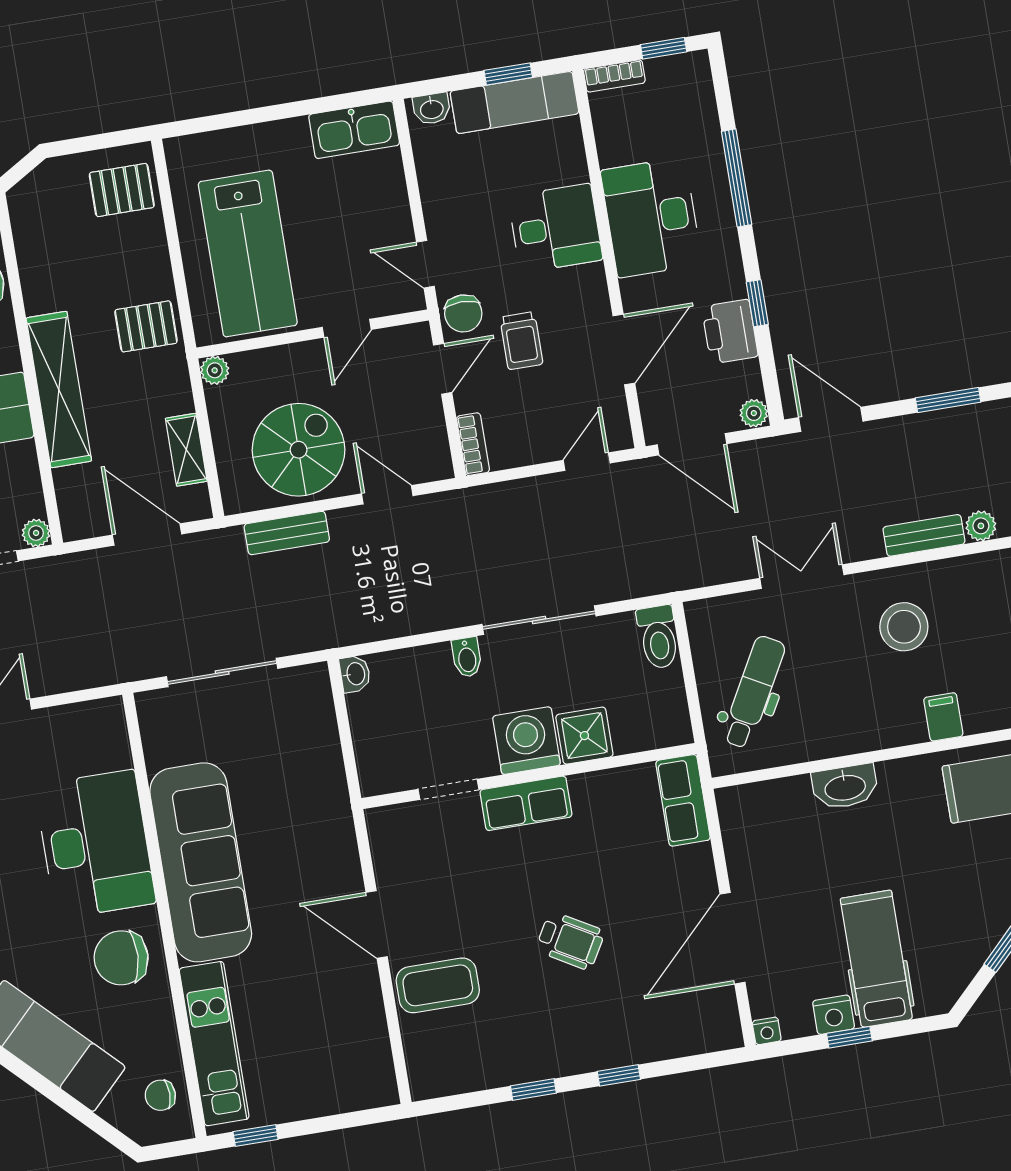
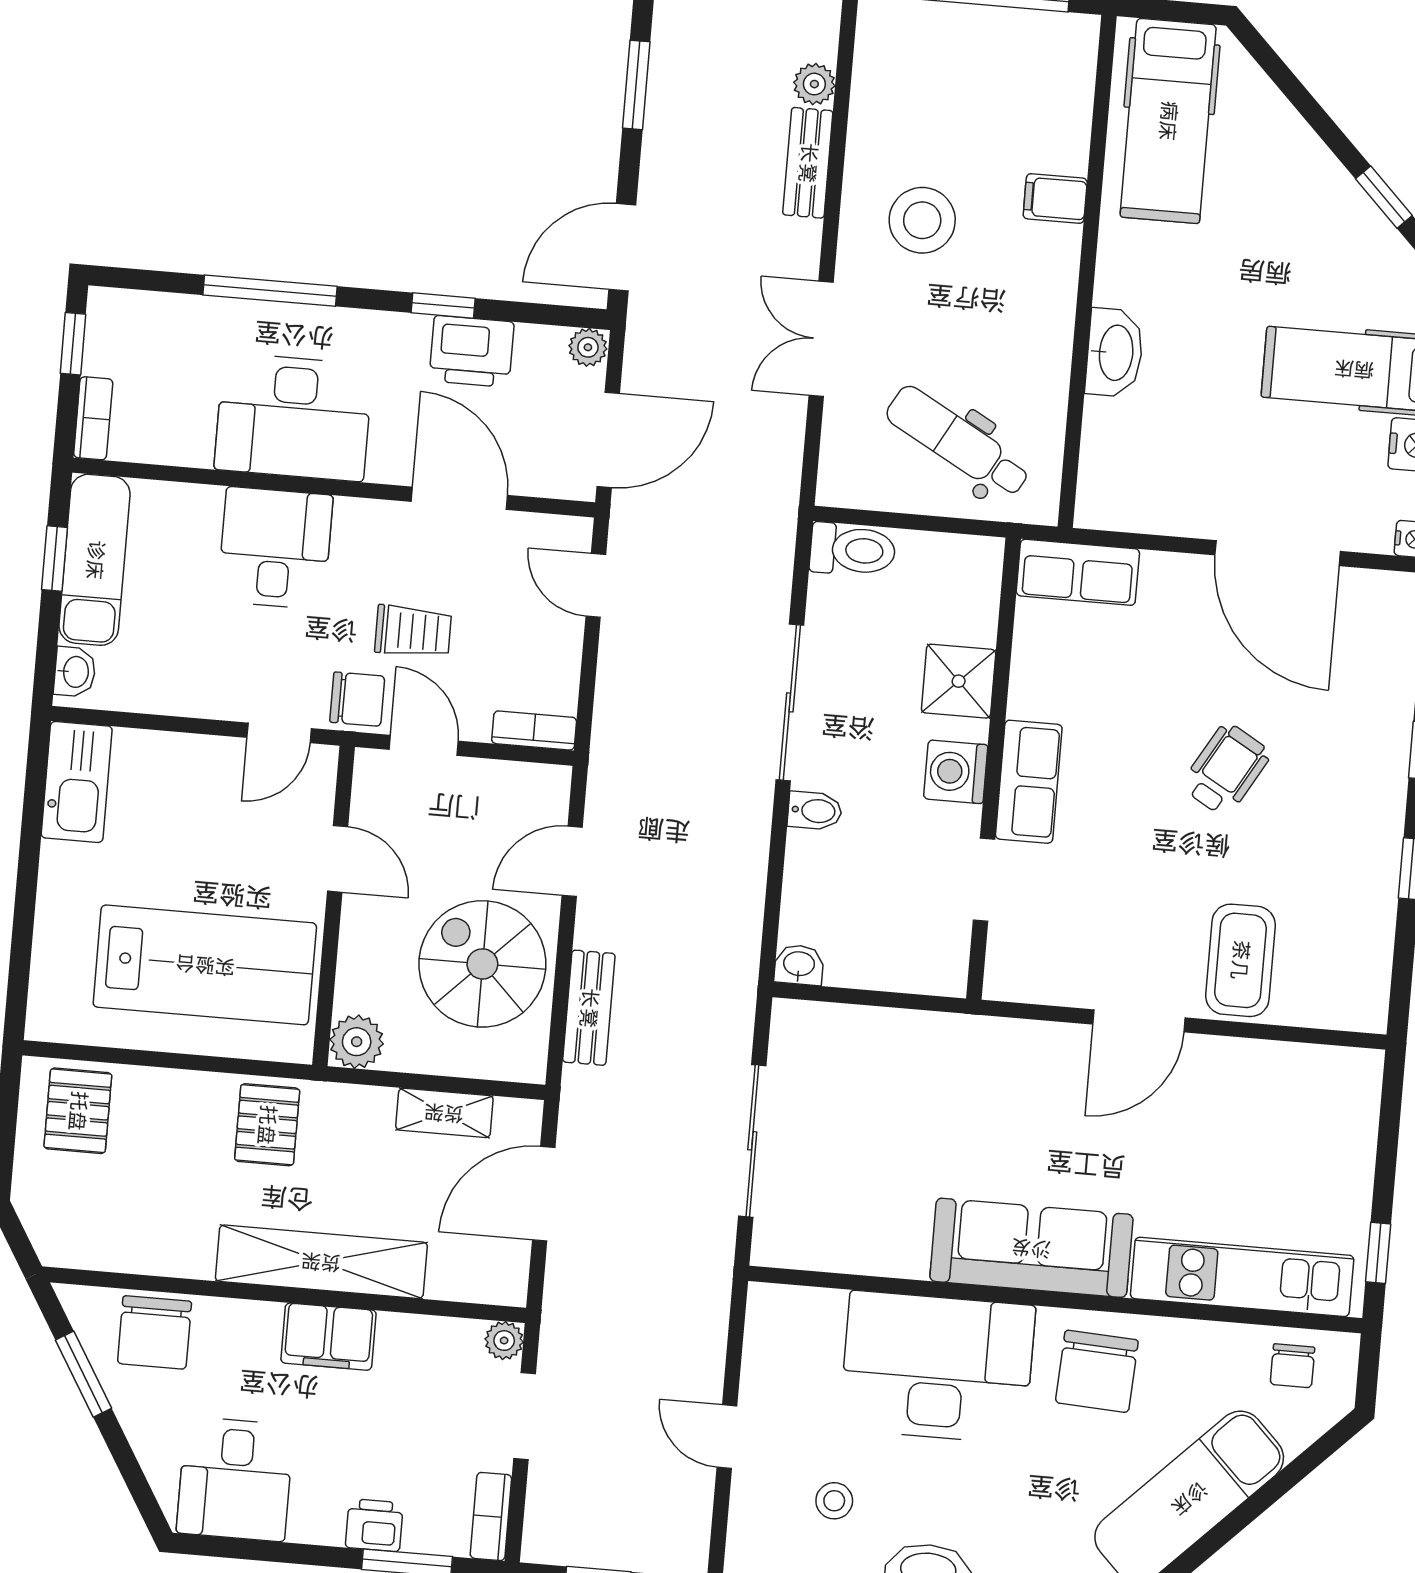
plant: (215, 370) -> (357, 1042), width x1.38, depth x1.38
washing machine: (526, 741) -> (956, 772), width x0.73, depth x0.73
sofa: (201, 862) -> (1031, 1248), width x0.74, depth x0.79

